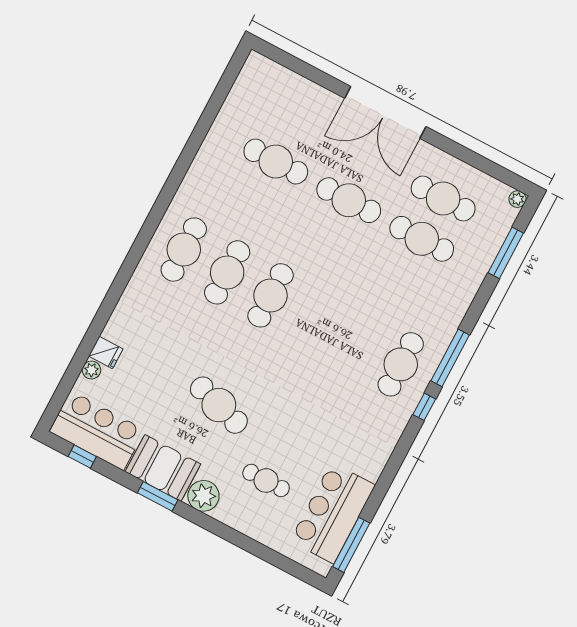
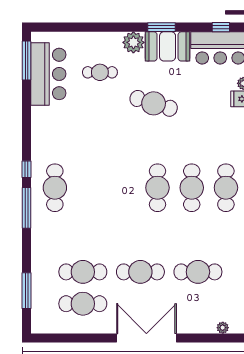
plant: (517, 199) -> (223, 328), moved

